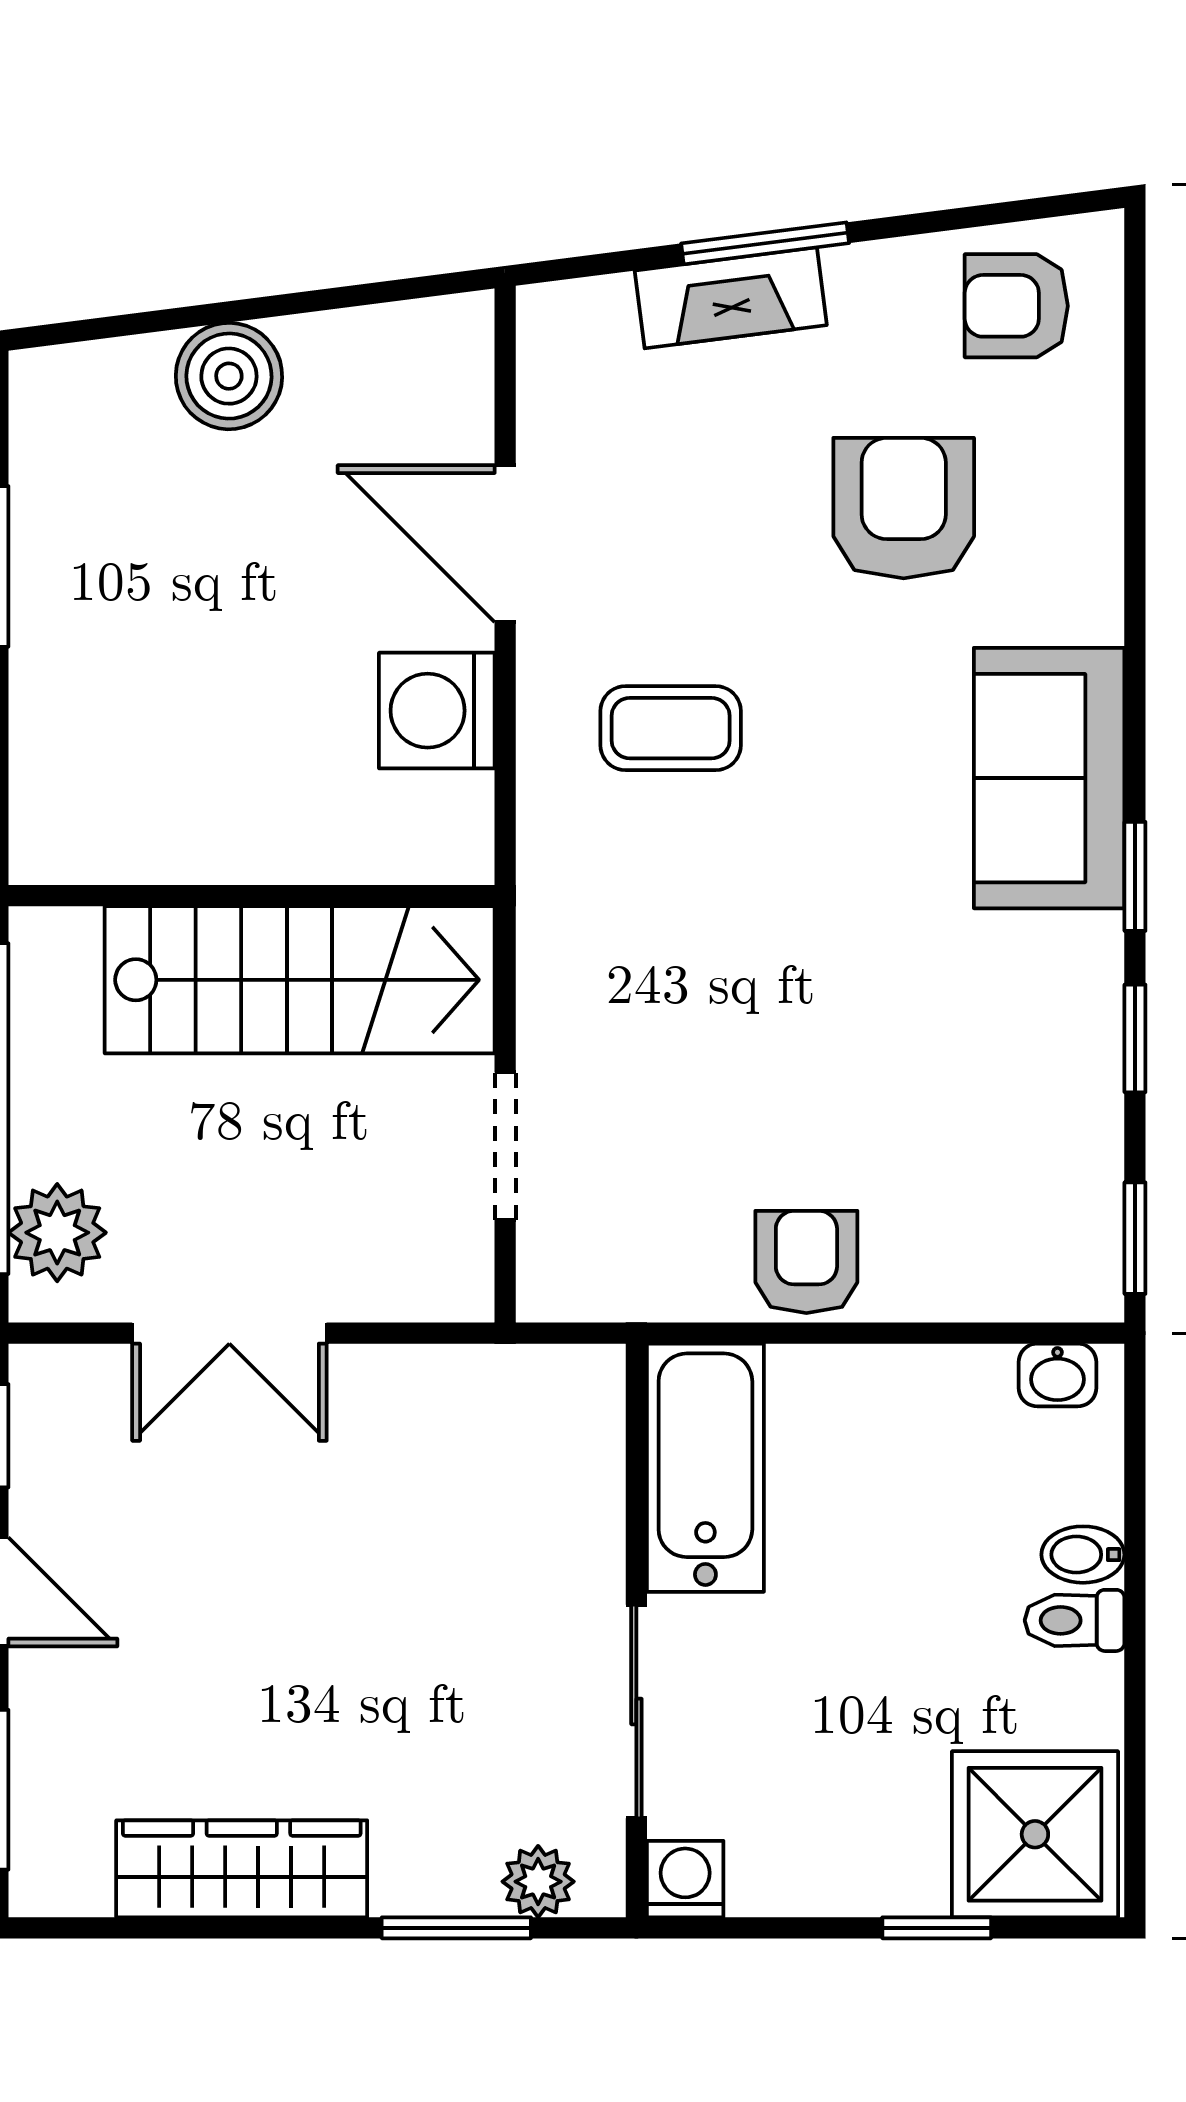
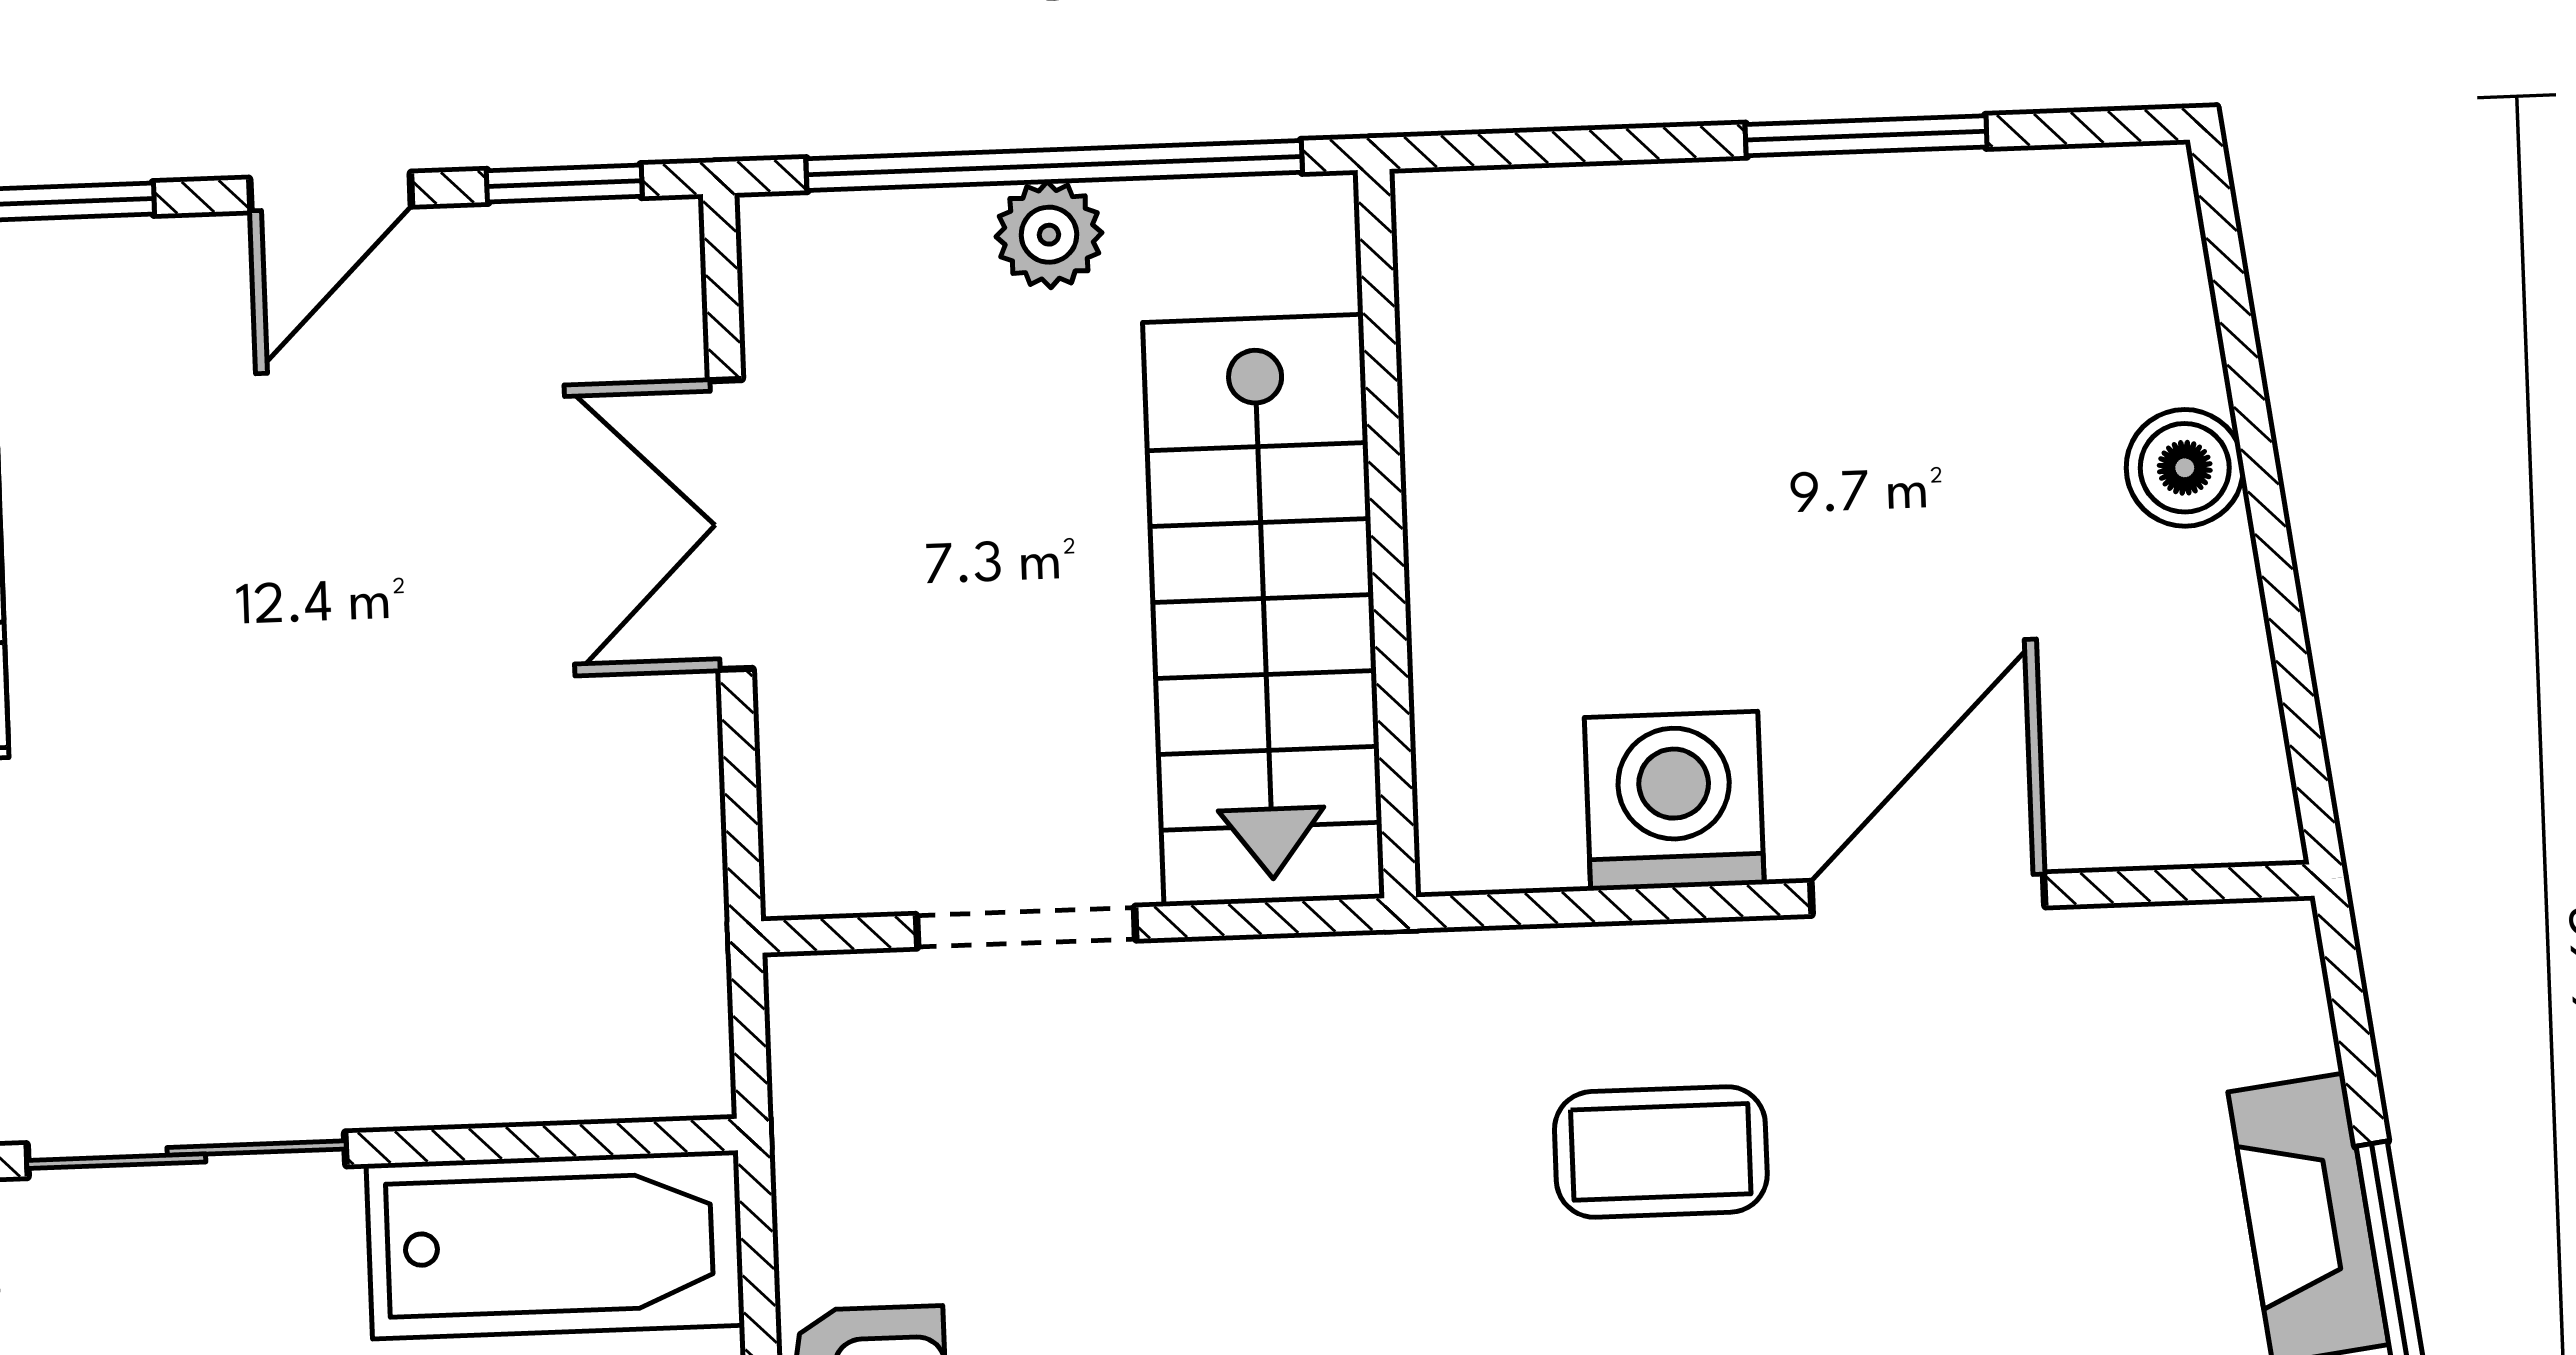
boiler: (229, 376) -> (2185, 468), width x0.73, depth x0.73
coffee table: (671, 728) -> (1661, 1152), turned 90
plant: (57, 1233) -> (1049, 235), moved, width x0.73, depth x0.73

